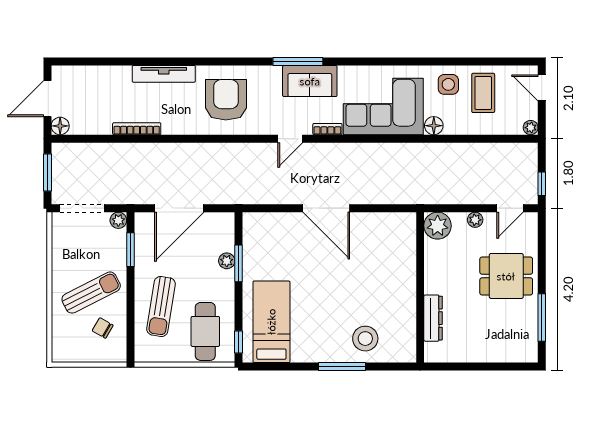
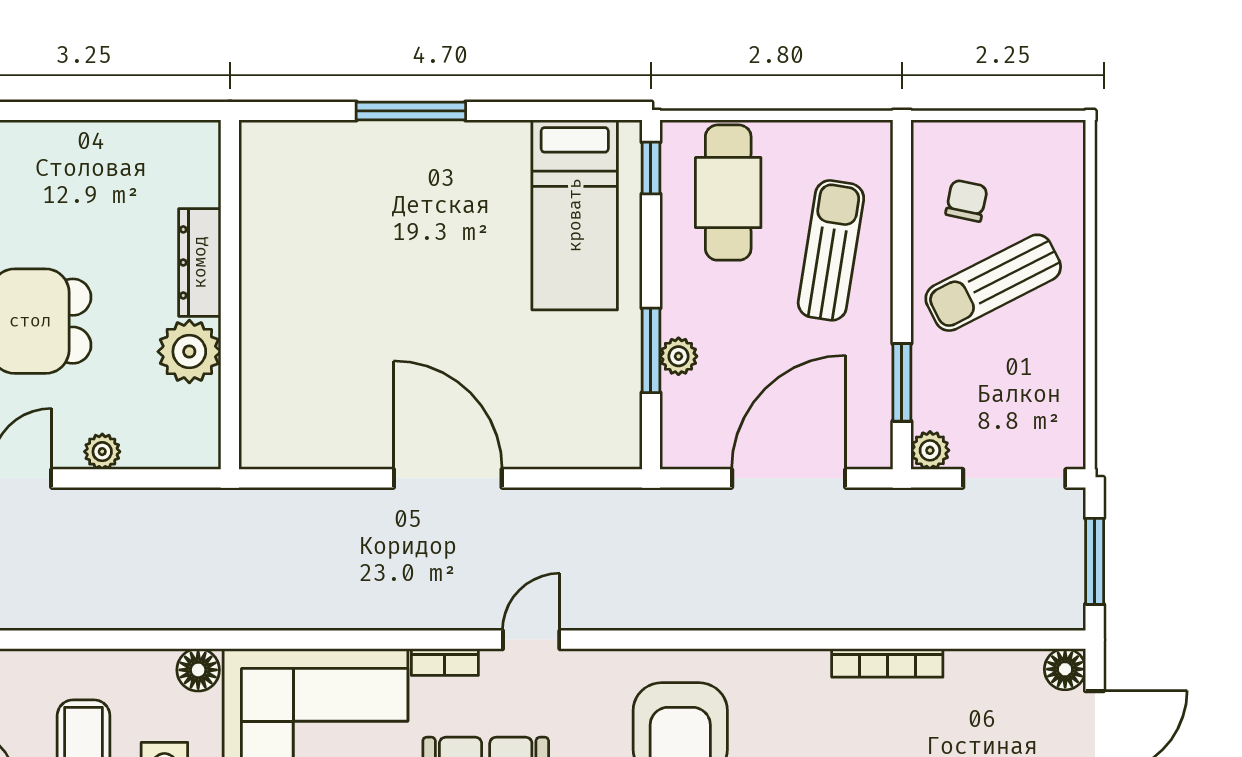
plant: (438, 226) -> (189, 352), moved
dresser: (433, 318) -> (200, 262), moved
chair: (103, 328) -> (967, 201), turned -108
stool: (365, 339) -> (357, 176), removed

